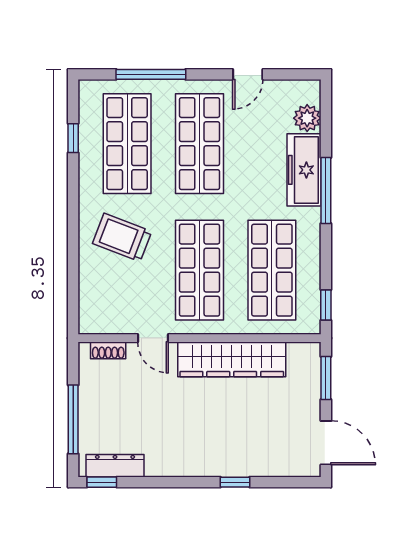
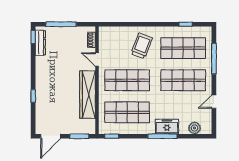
door: (248, 74) -> (214, 102), hinge flipped
freezer: (304, 170) -> (167, 127), width x0.71
door: (153, 338) -> (97, 60), hinge flipped

